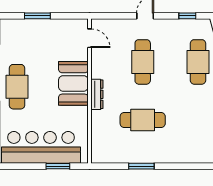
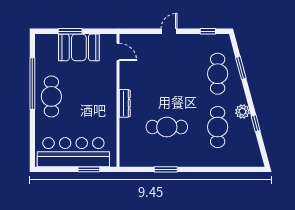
cafe table: (143, 62) -> (218, 127), moved
booth: (73, 83) -> (79, 47), moved, turned 90

